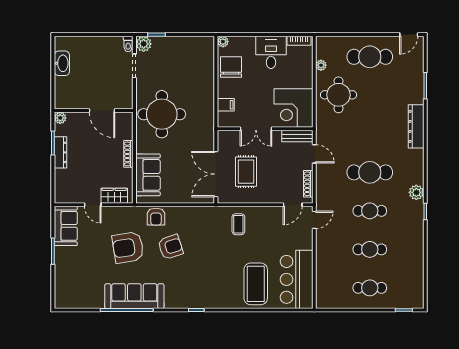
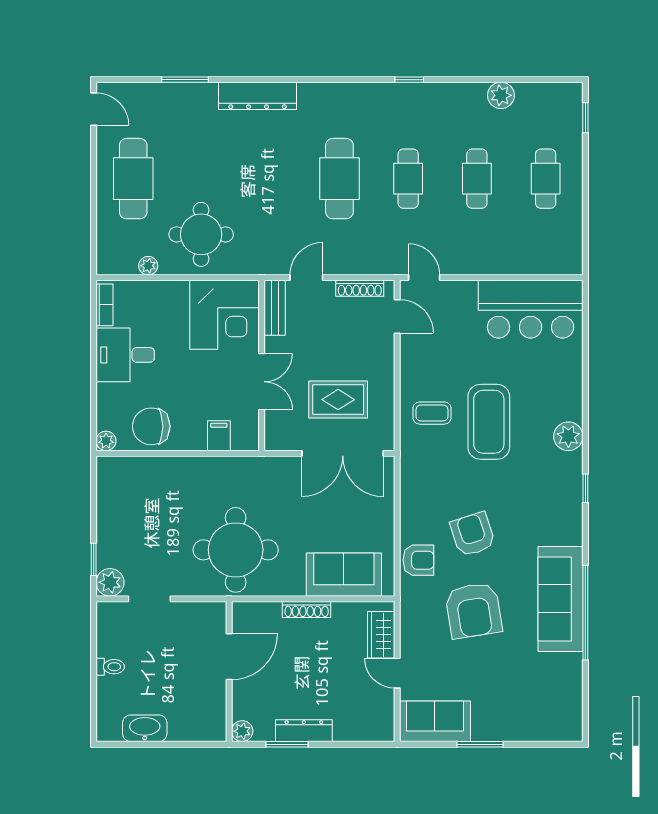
toilet: (128, 44) -> (110, 667), moved
plant: (416, 192) -> (501, 95), moved
door: (93, 205) -> (397, 673), swing flipped
coffee table: (256, 284) -> (489, 422), moved, turned 90
plant: (225, 301) -> (568, 436), added

